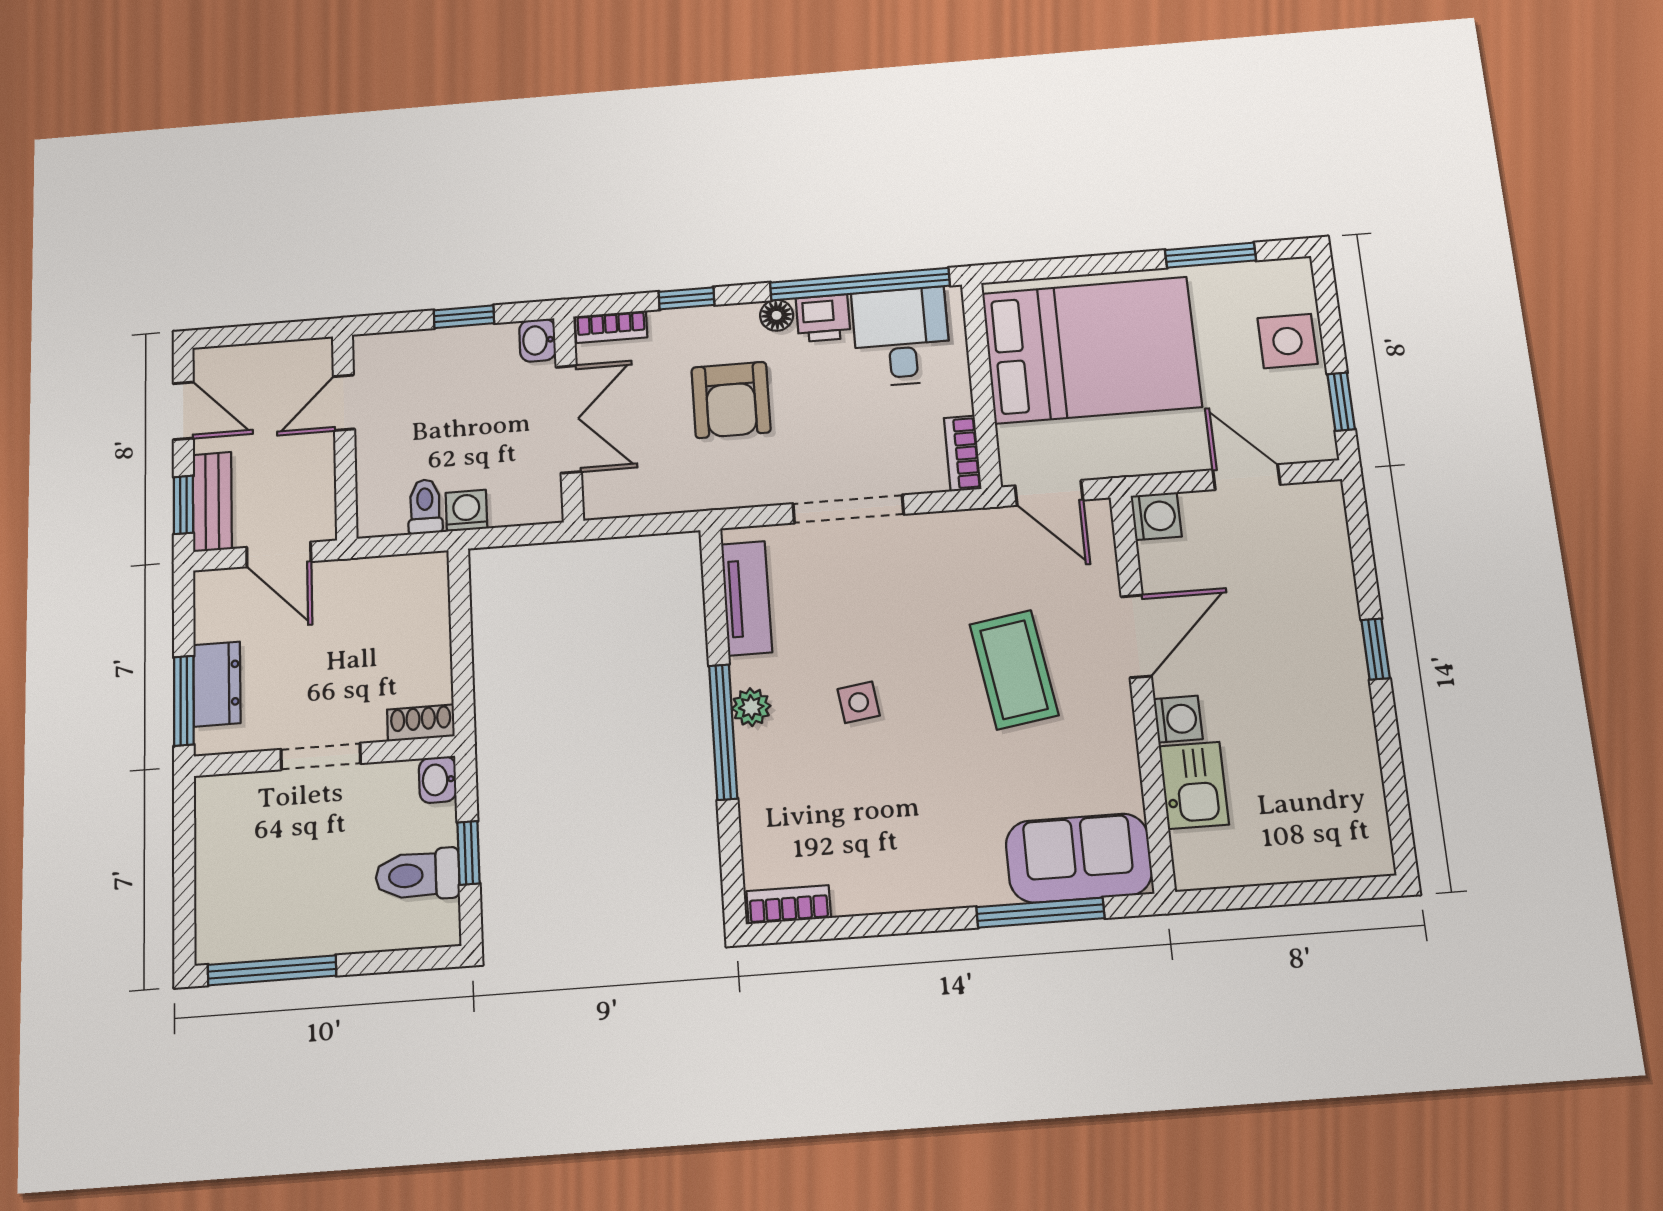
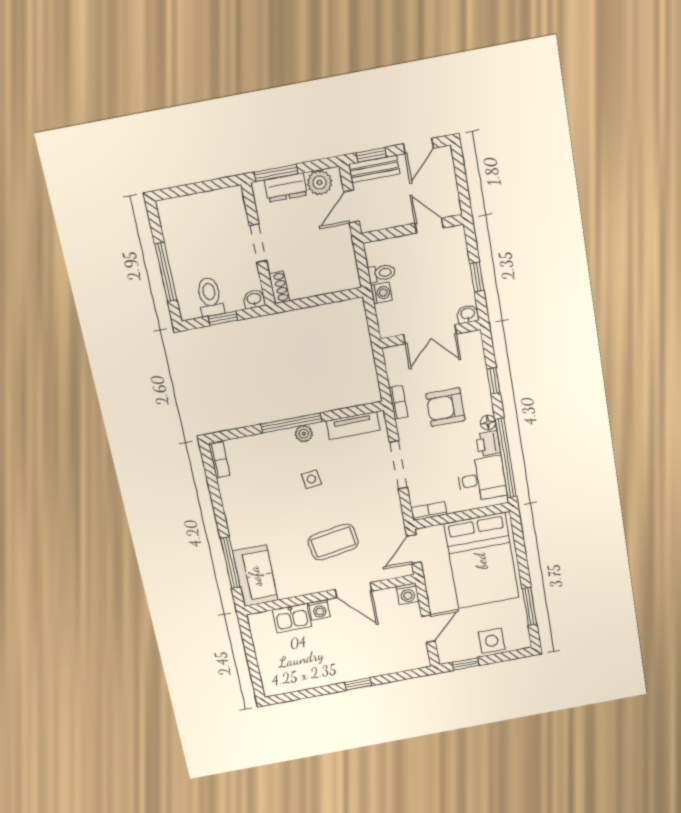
bookcase: (611, 327) -> (398, 402), moved, turned 180
plant: (219, 614) -> (320, 183), added
window: (272, 970) -> (166, 272), moved

